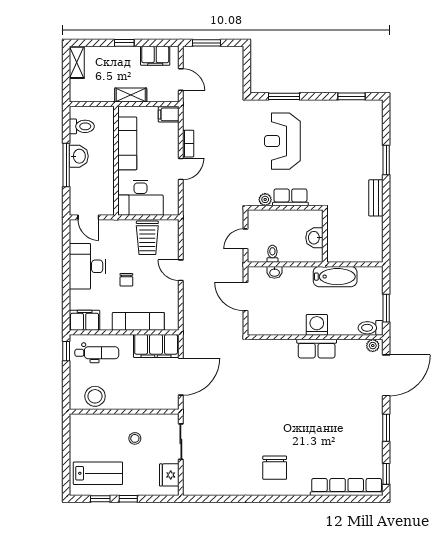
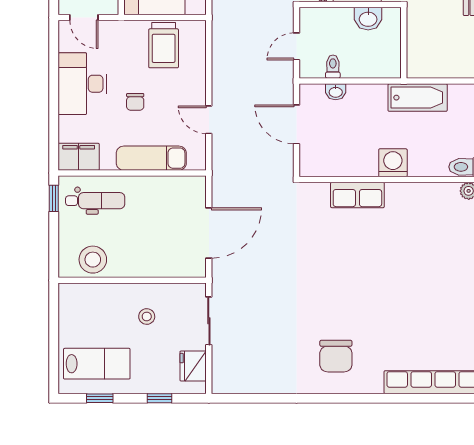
washbasin: (314, 238) -> (368, 19), moved, turned -90
door: (181, 270) -> (209, 120), moved
filing cabinet: (156, 346) -> (175, 191), removed
row of seats: (317, 349) -> (357, 195), moved
window: (128, 499) -> (160, 398), moved

